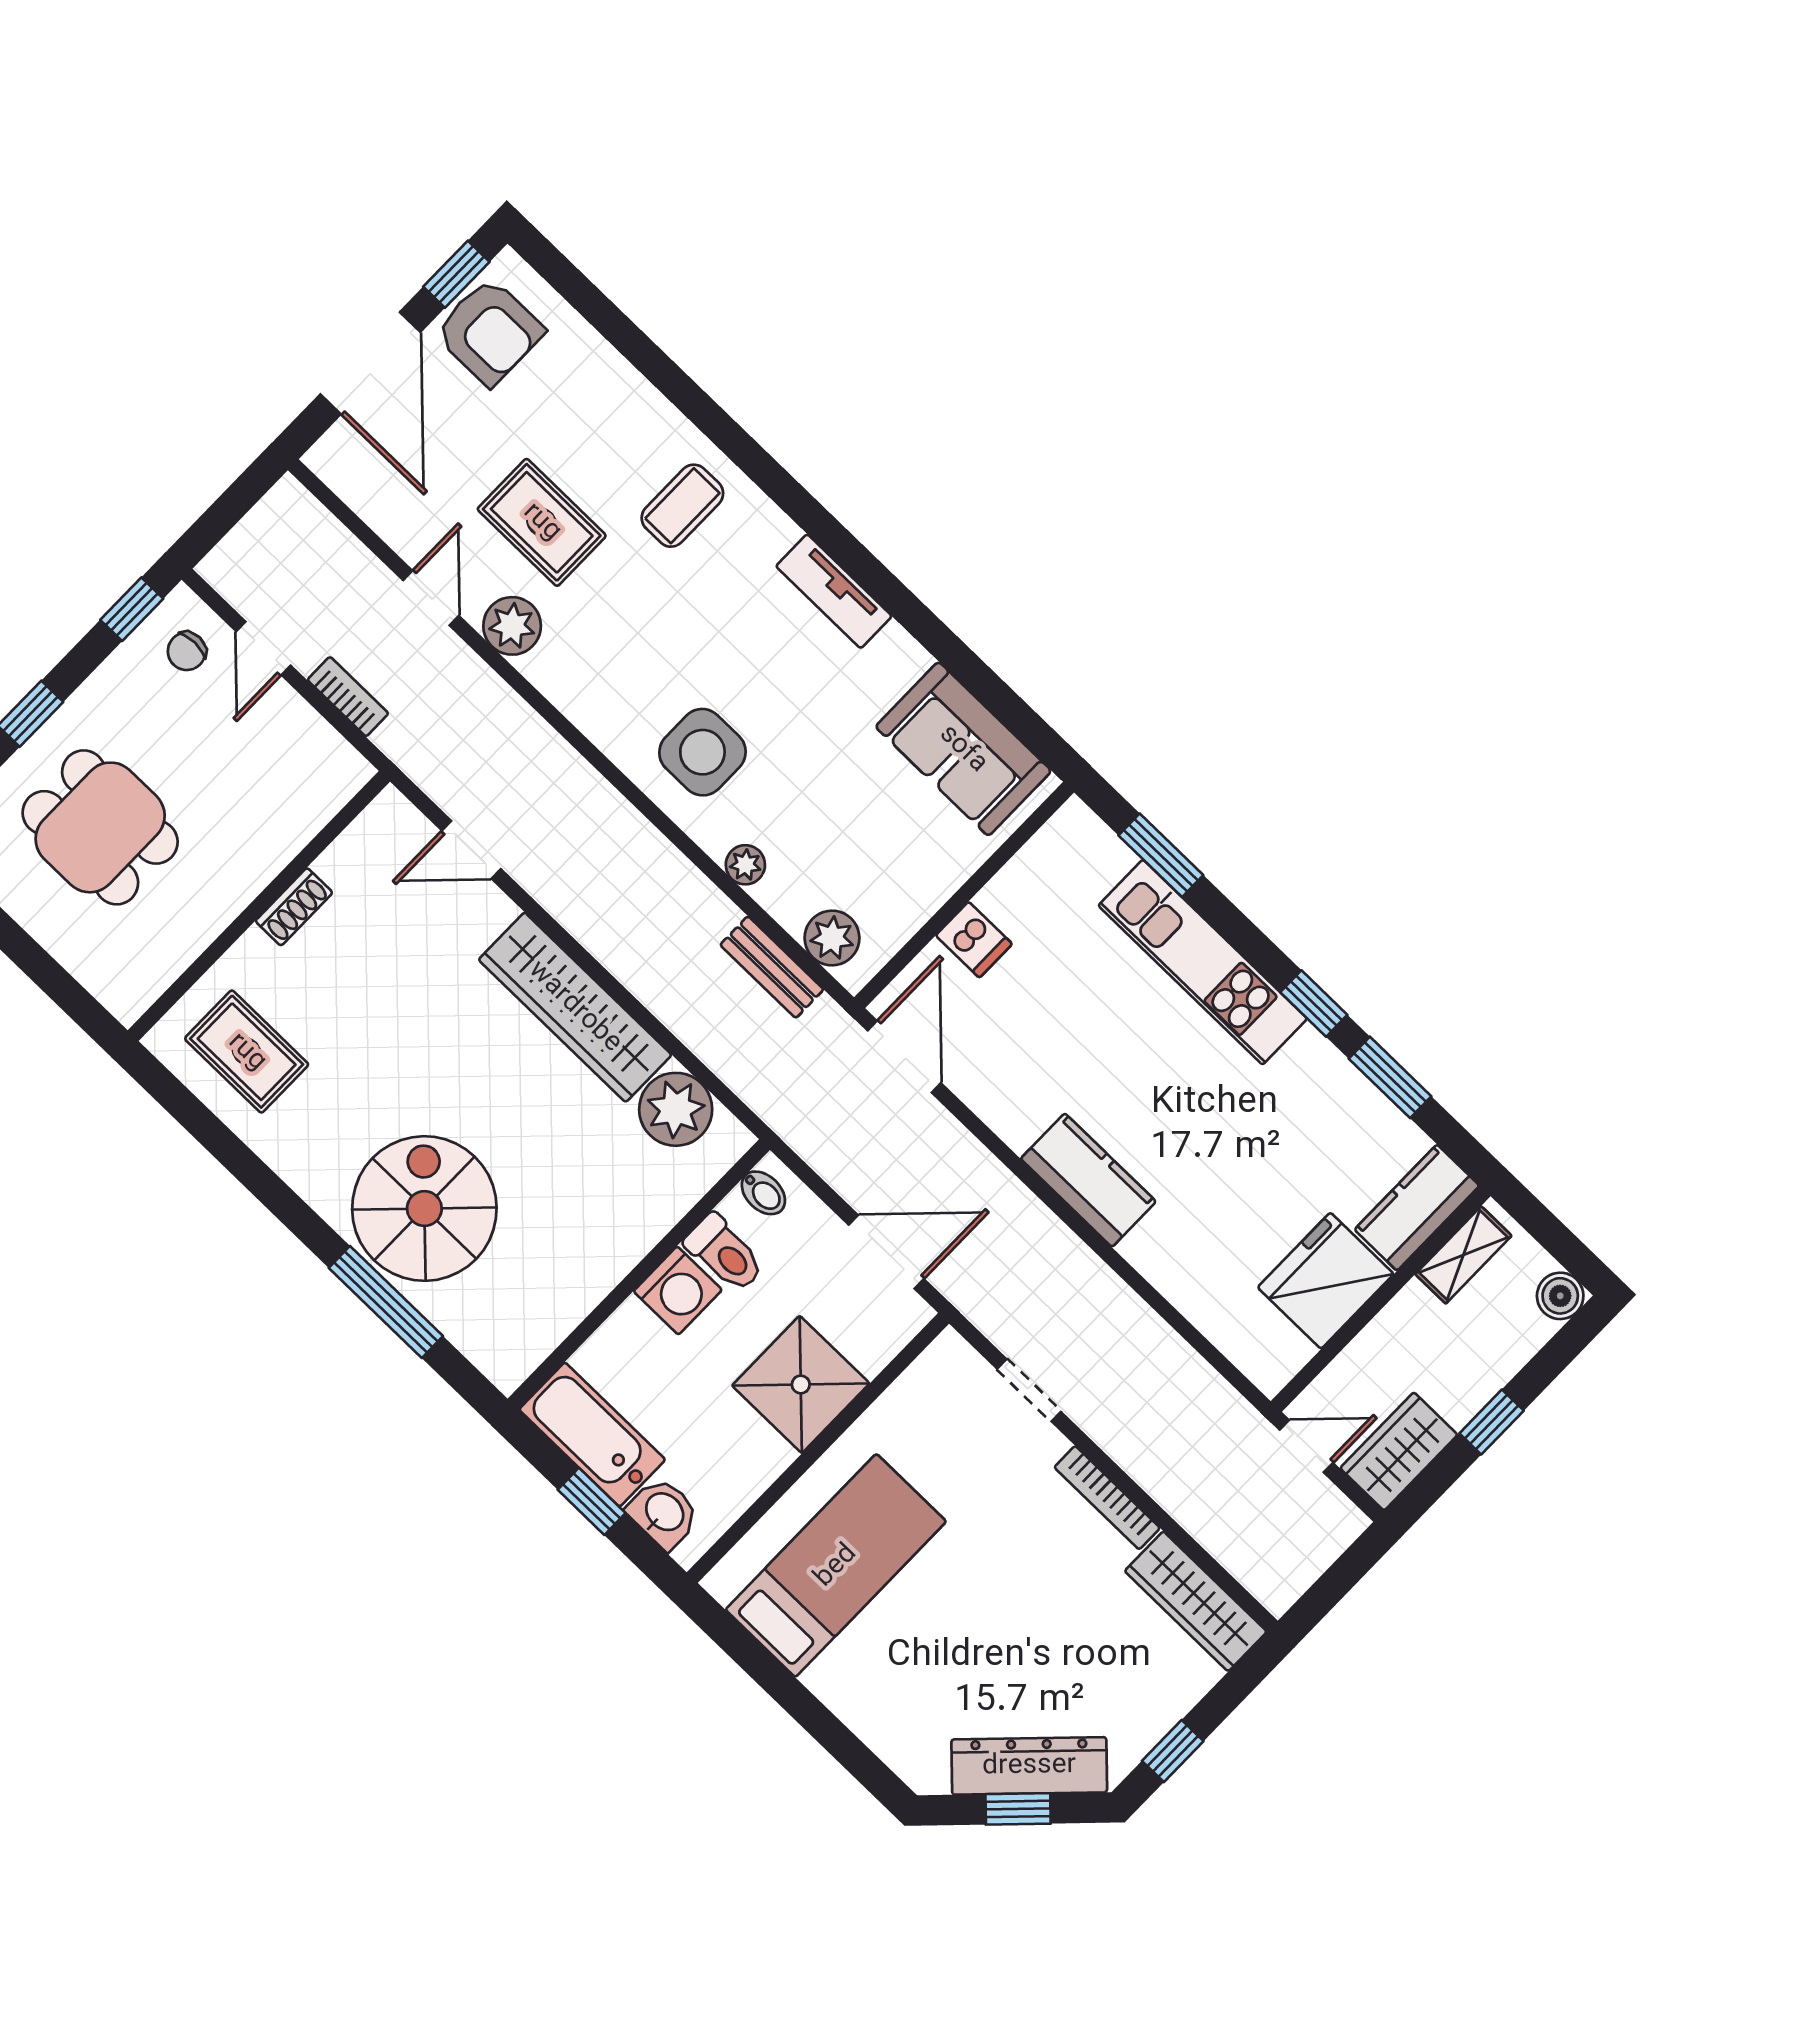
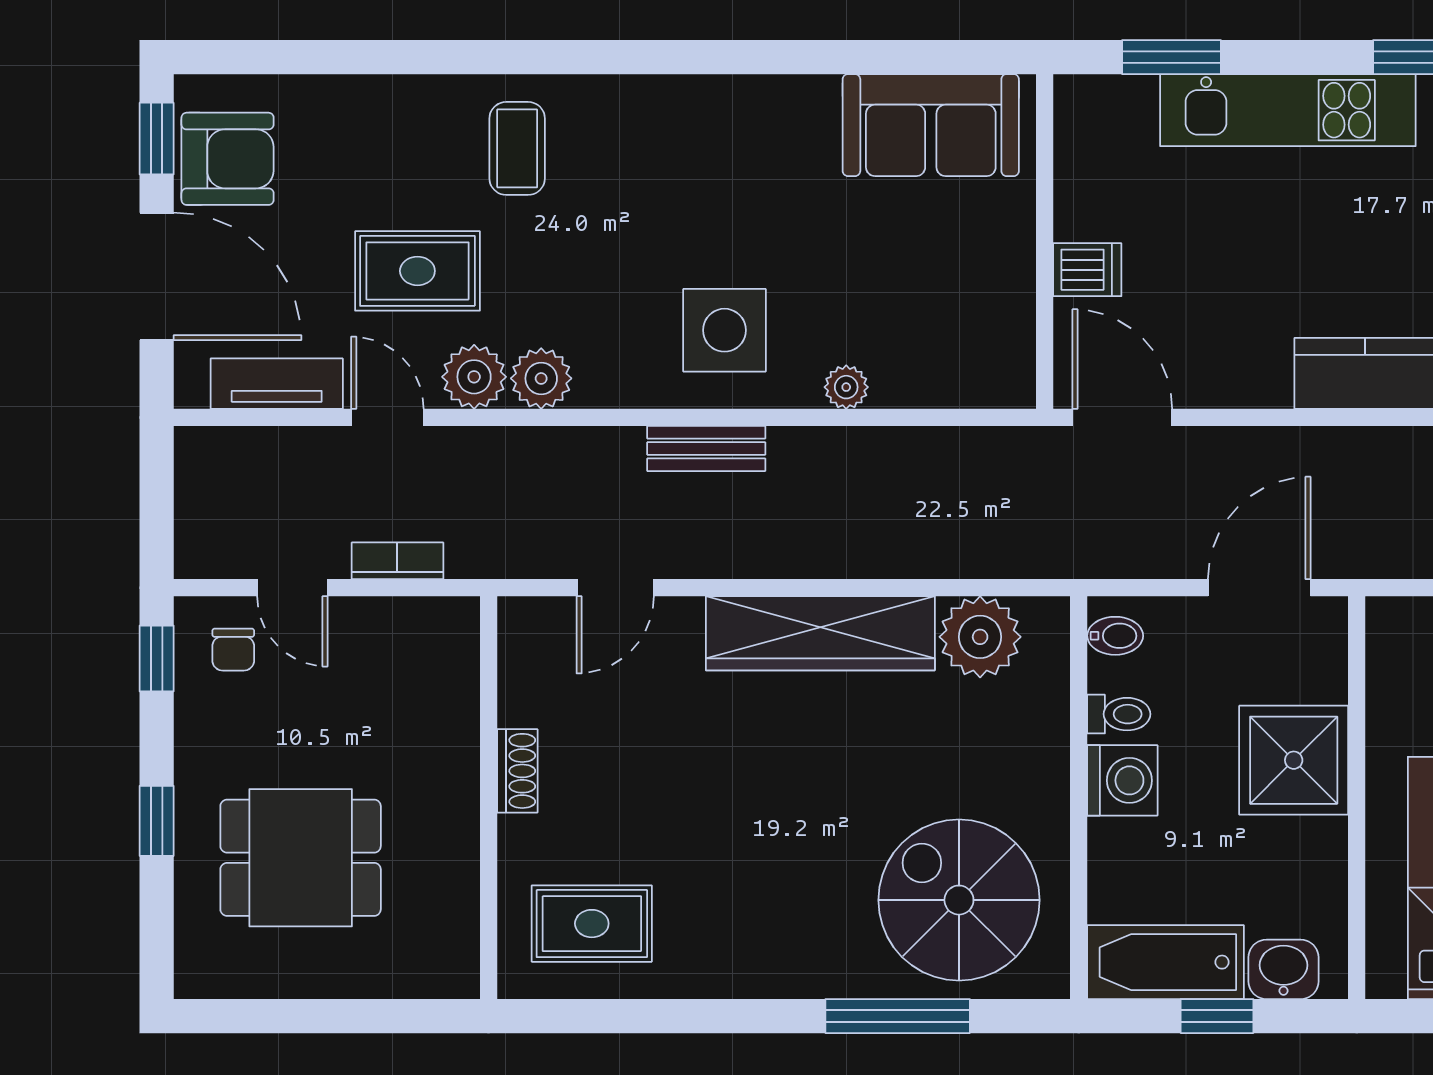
tv unit: (834, 591) -> (277, 384), moved, turned 180
plant: (832, 938) -> (541, 378), moved
bench: (772, 967) -> (706, 448), moved
spiral stairs: (424, 1209) -> (959, 900), moved
toilet: (725, 1253) -> (1119, 714), width x0.73, depth x0.72

